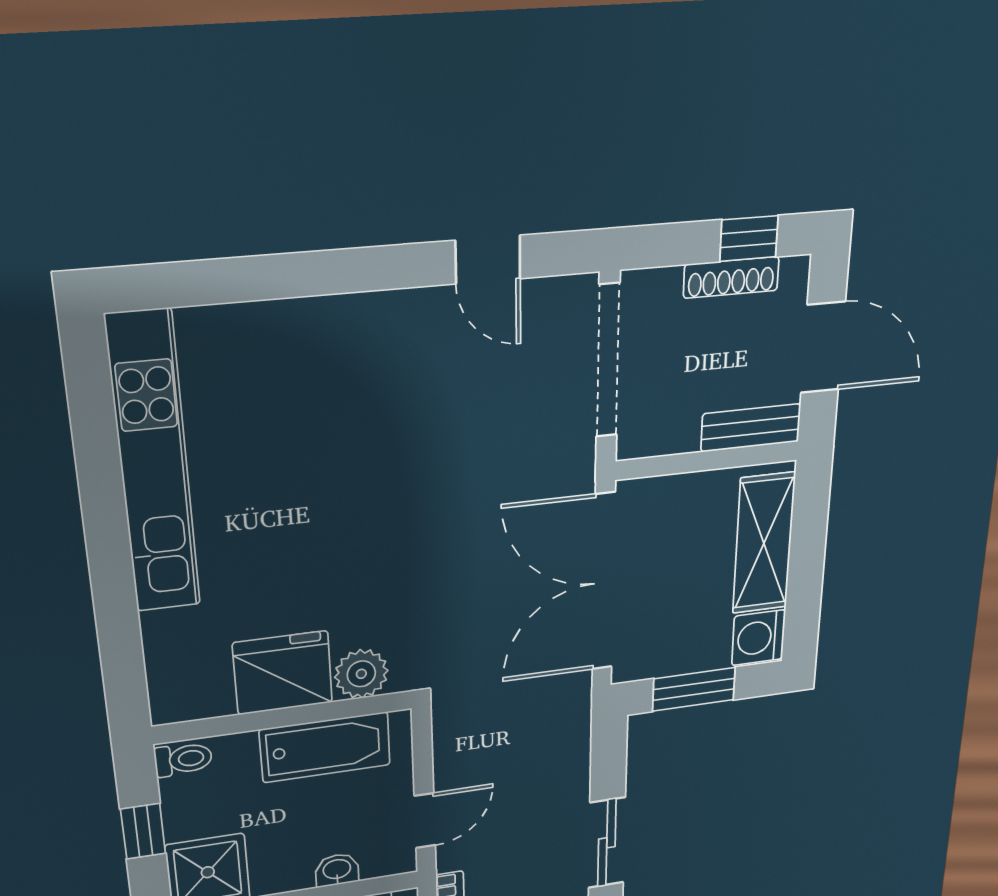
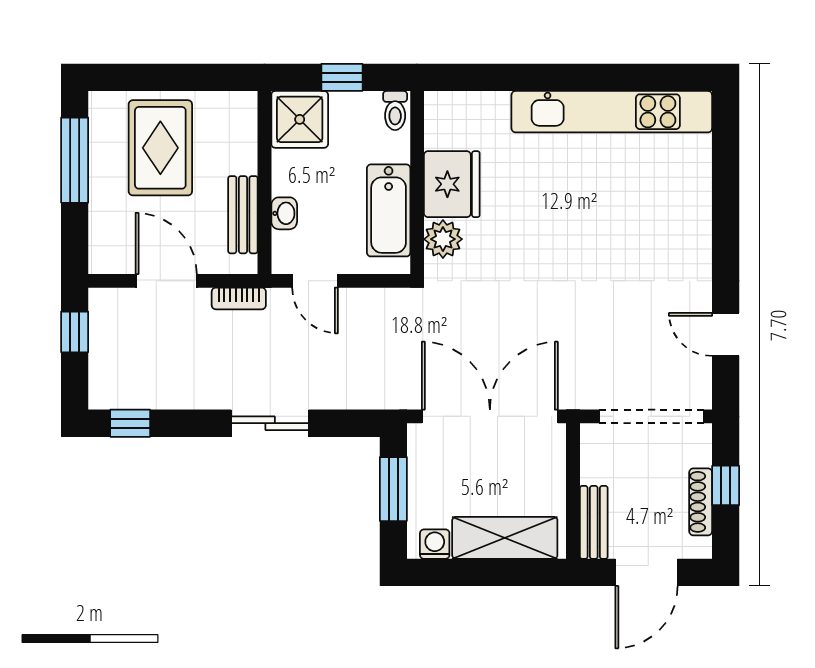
window: (749, 238) -> (726, 485), moved
door: (488, 260) -> (726, 334), hinge flipped
washing machine: (759, 638) -> (435, 544), width x0.73, depth x0.73

